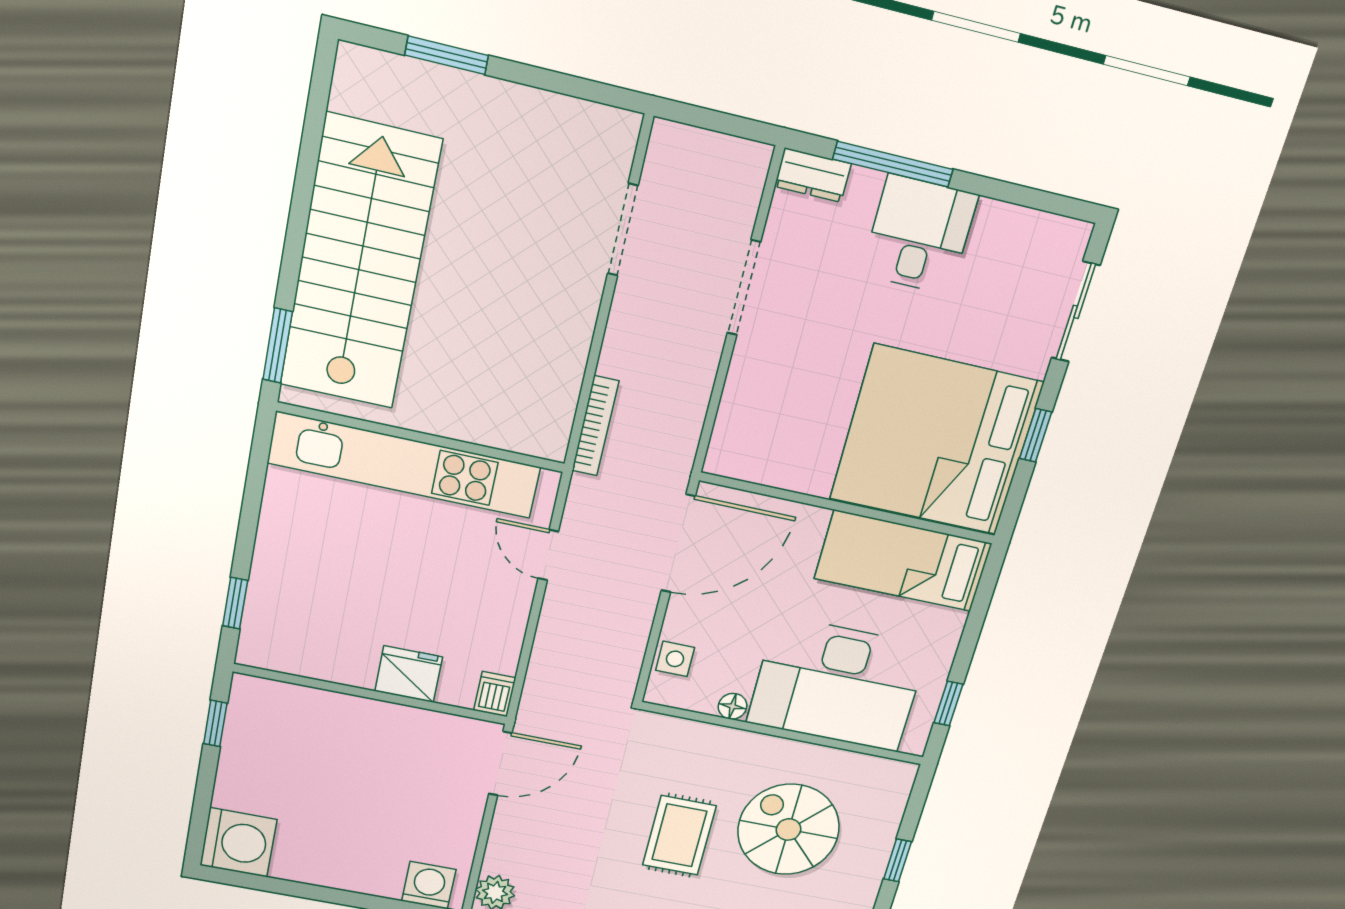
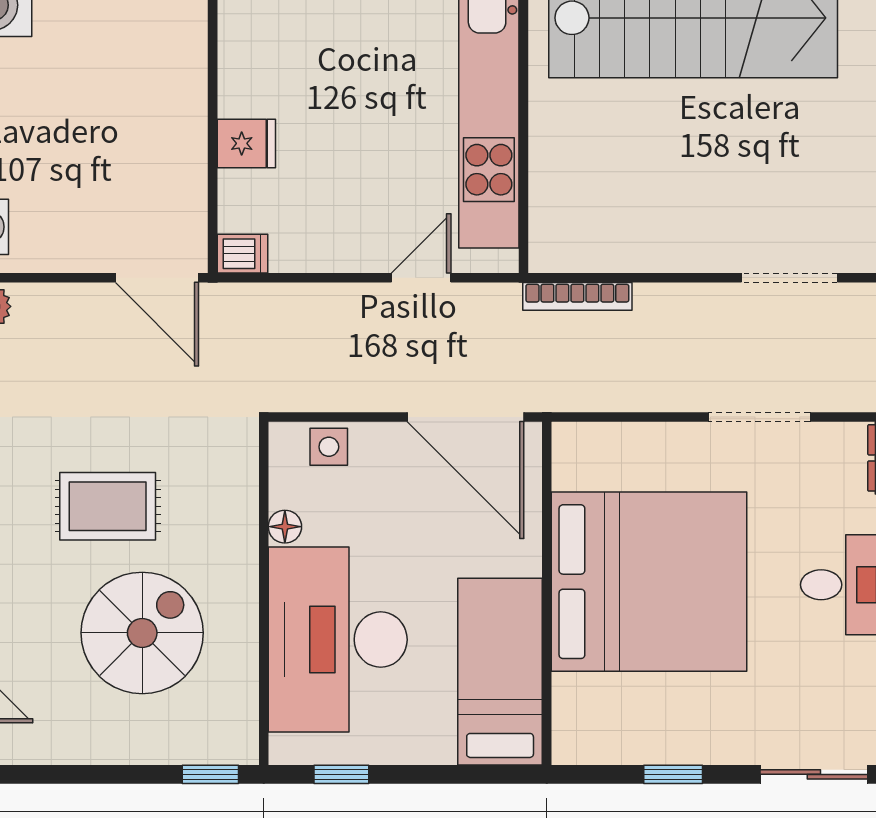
bed: (936, 441) -> (649, 582), moved, turned 90
fridge: (409, 674) -> (246, 143), width x0.72
window: (898, 860) -> (210, 774), moved

